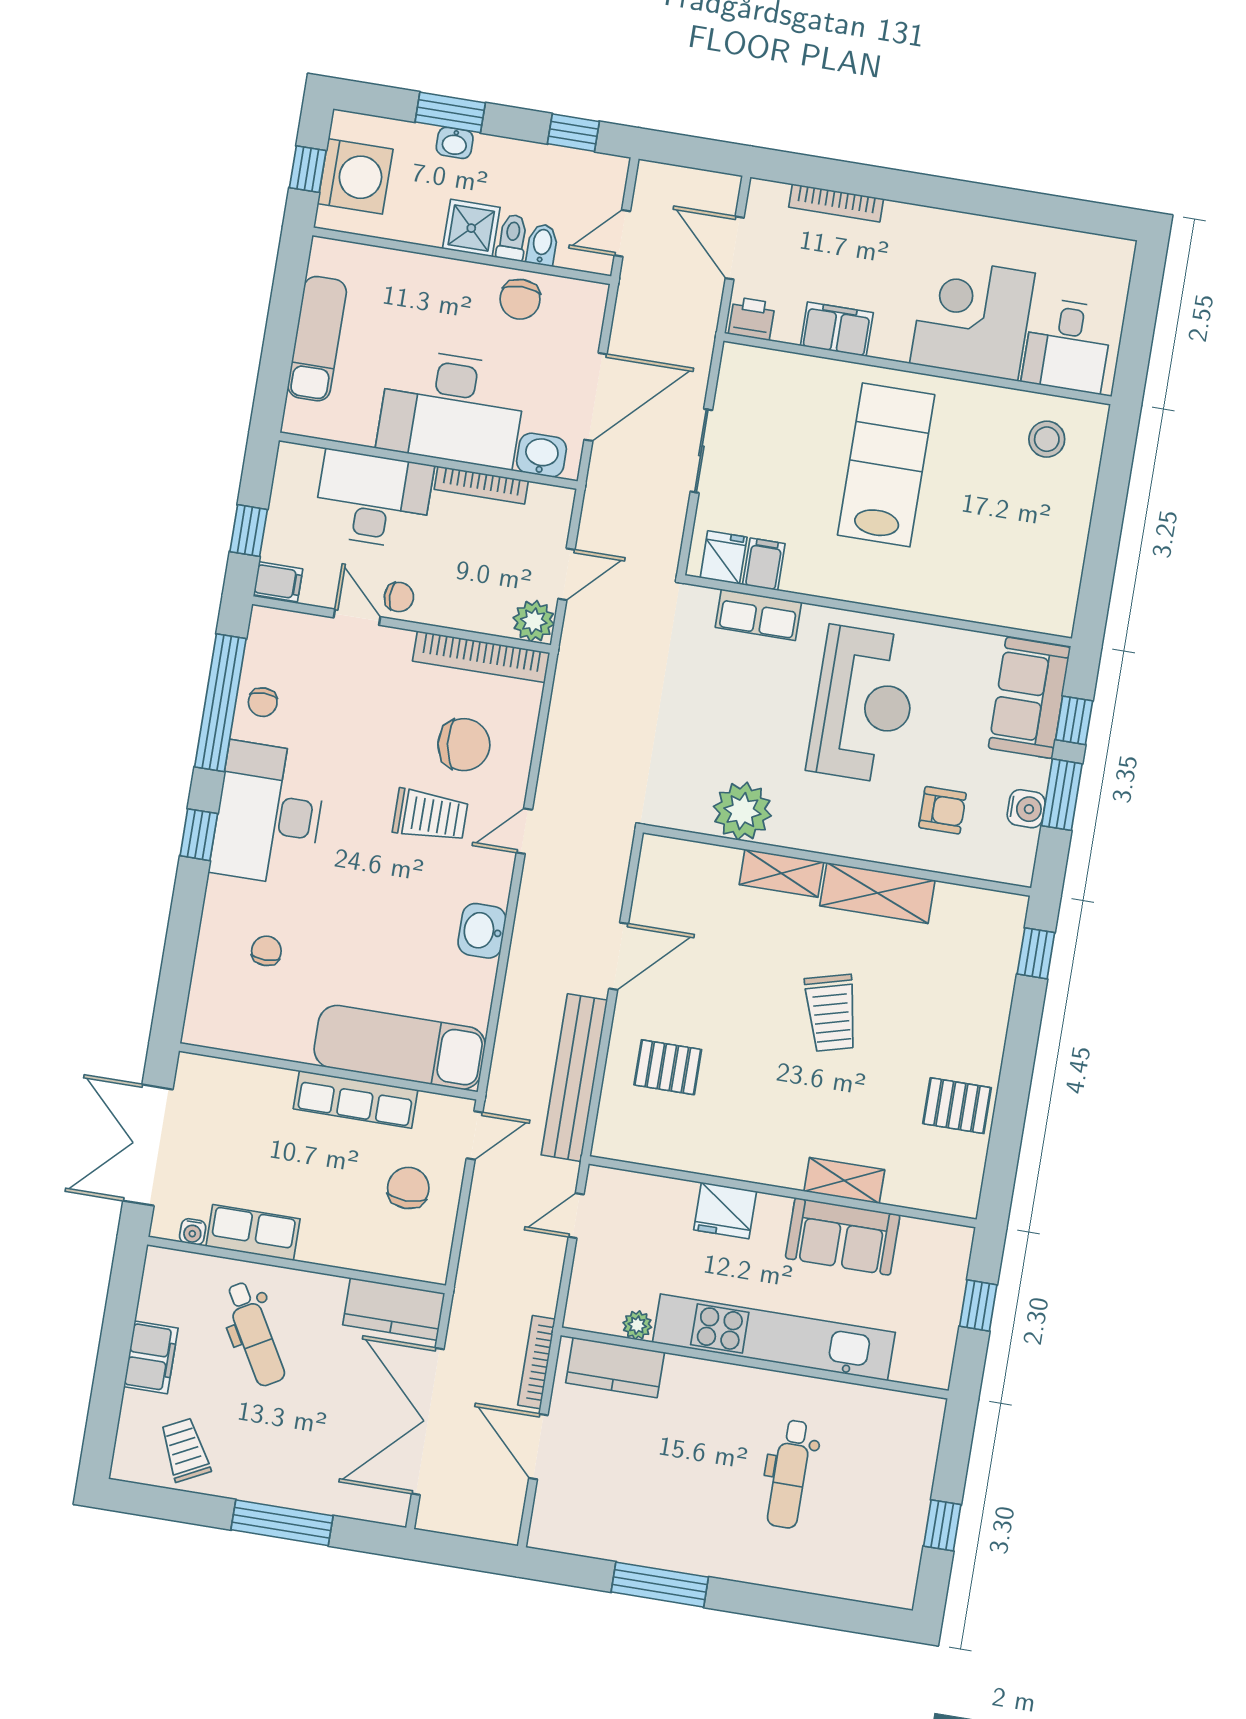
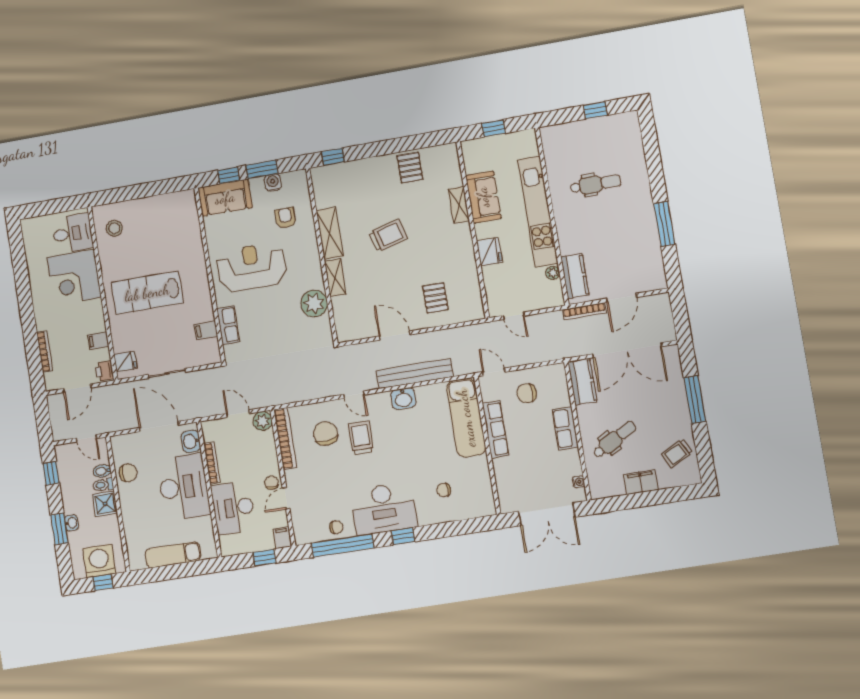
filing cabinet: (837, 329) -> (98, 341), width x0.50
fridge: (724, 557) -> (125, 361), moved, turned 180
bench: (574, 1078) -> (415, 374), moved
row of seats: (253, 1233) -> (565, 428), moved

